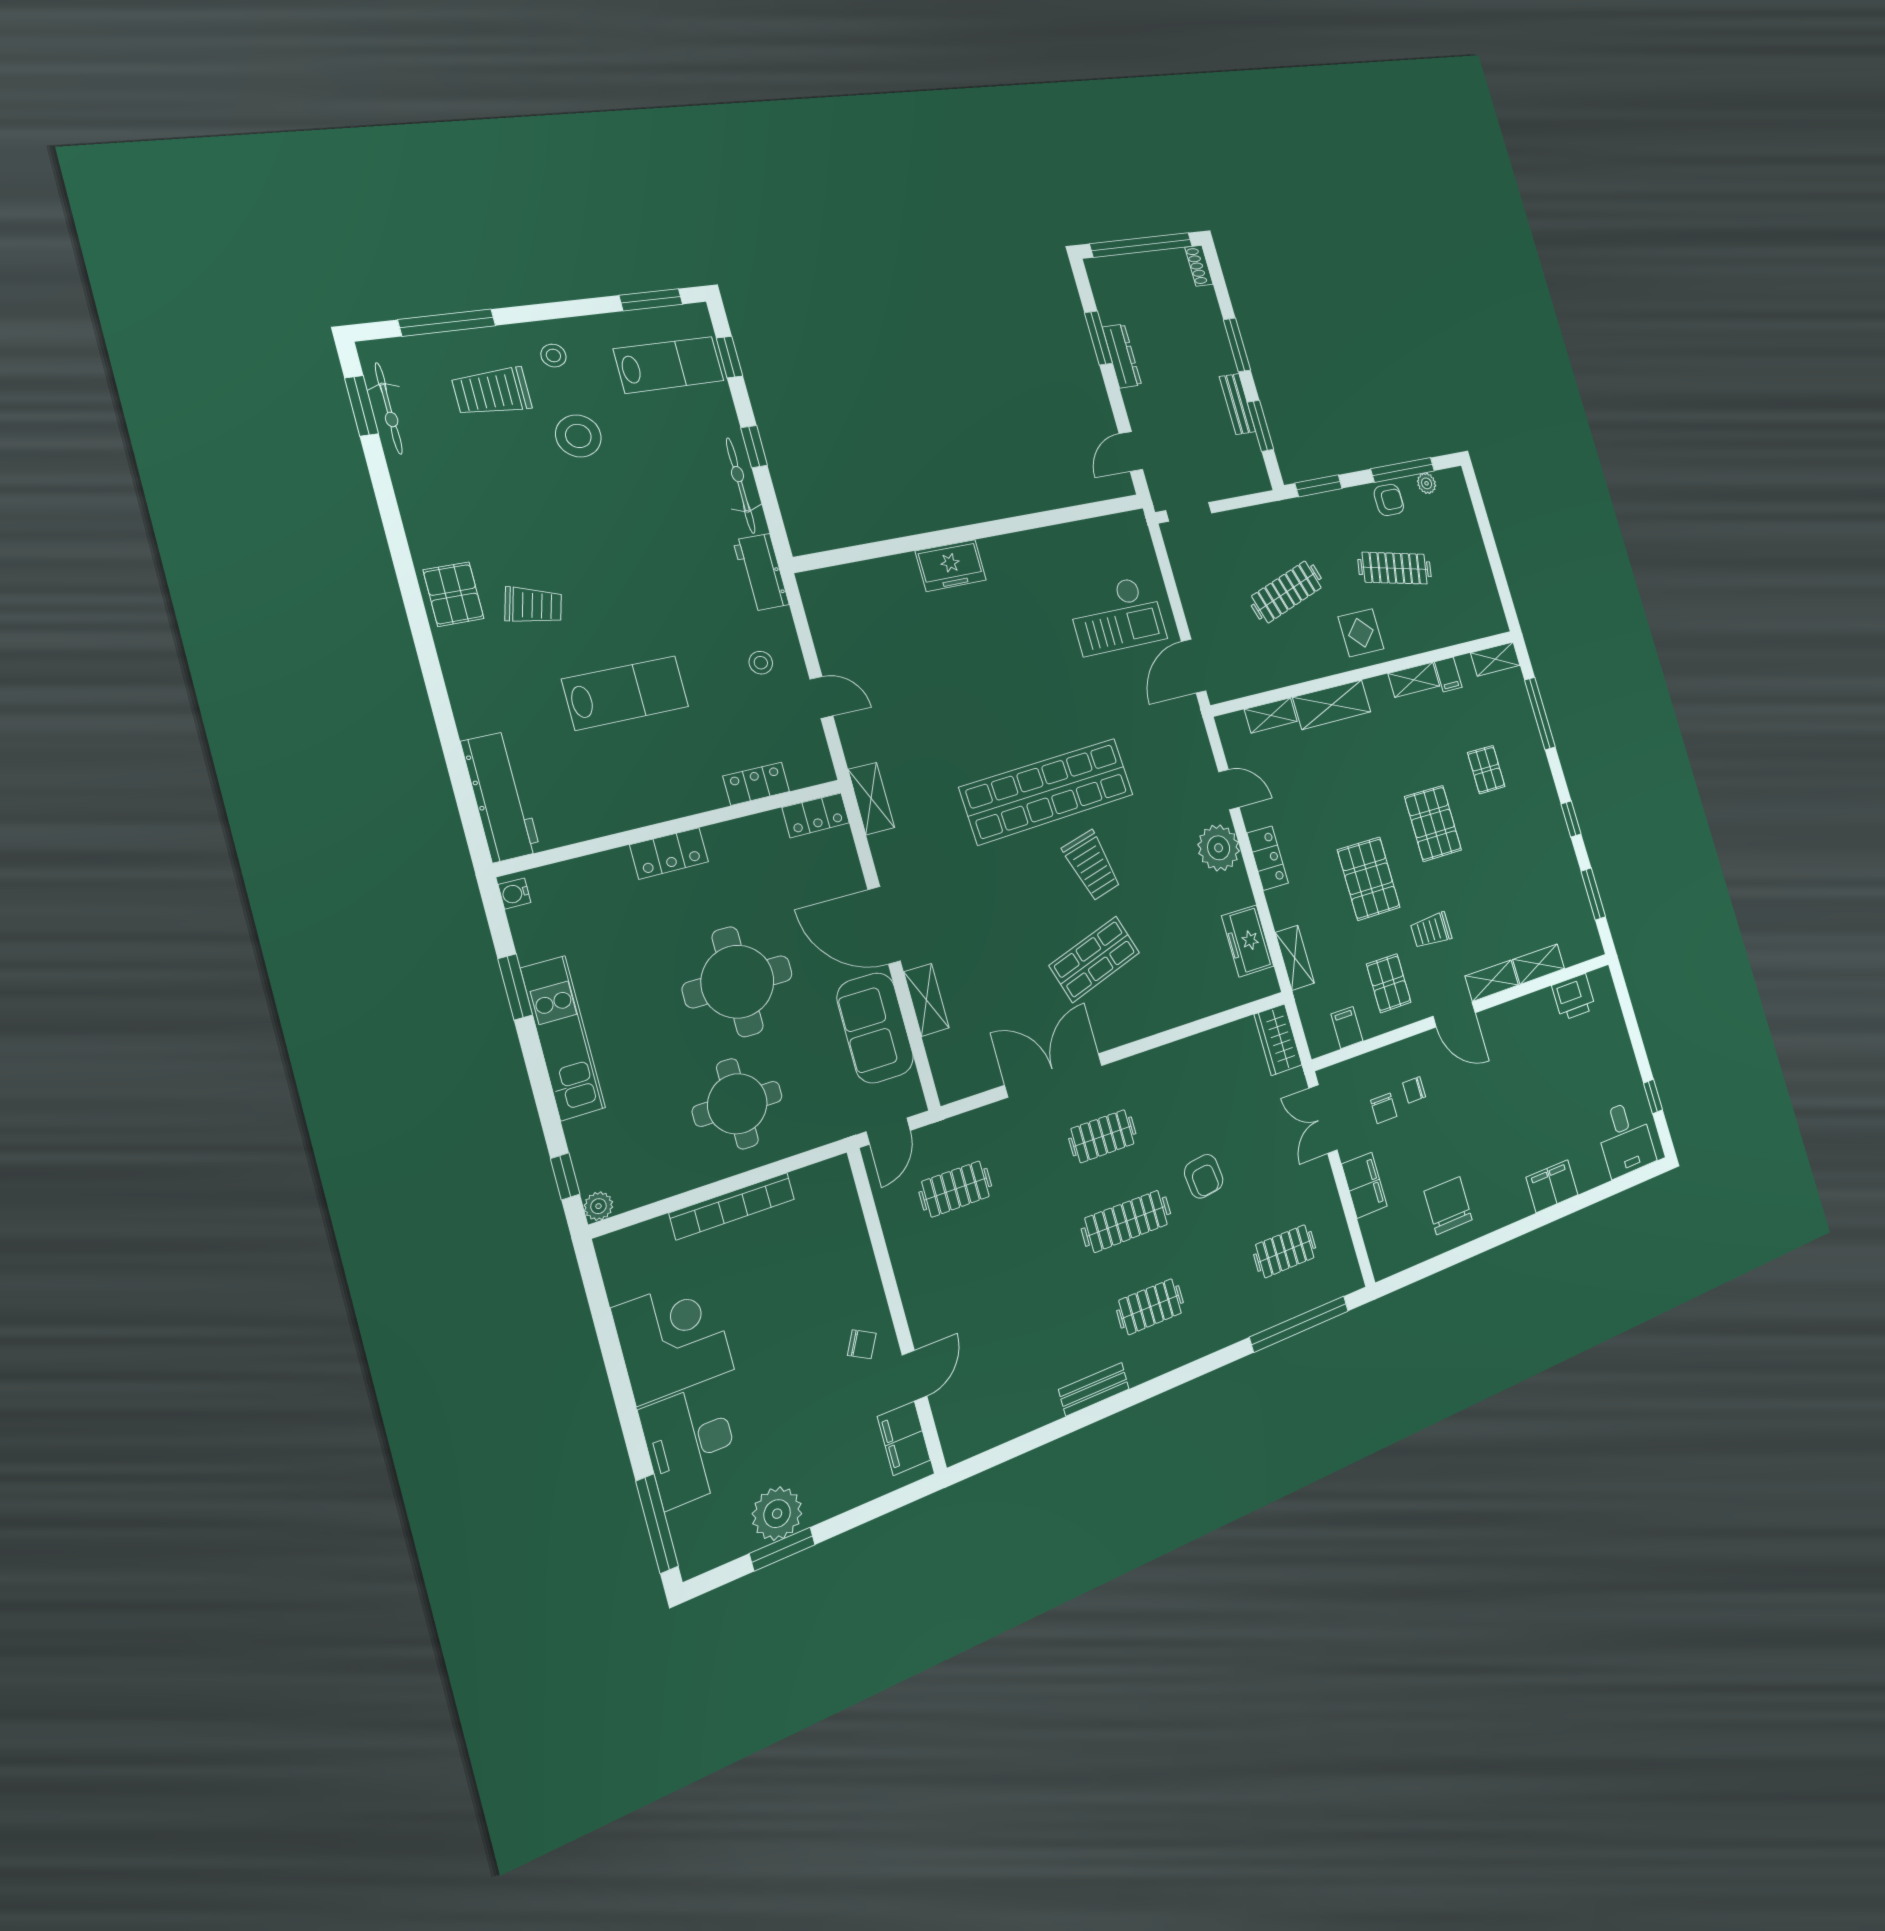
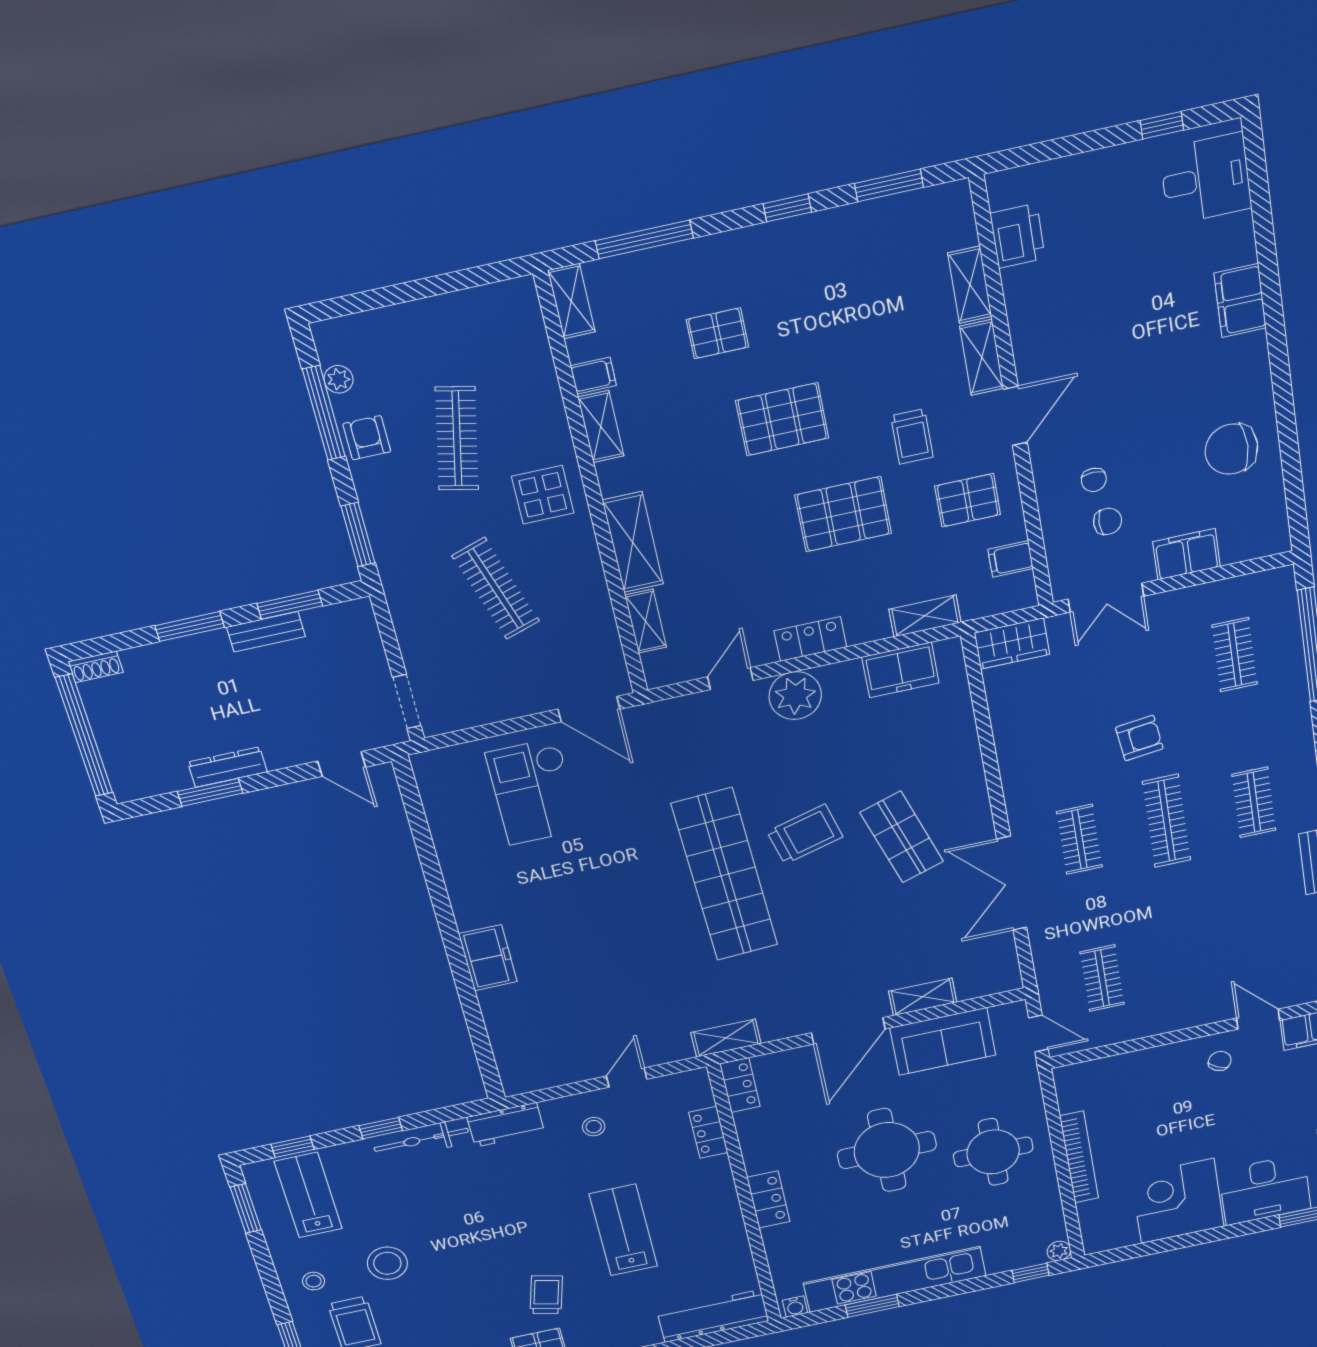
checkout: (1117, 615) -> (533, 792), turned 180
kitchen unit: (563, 1038) -> (895, 1279), width x1.36

